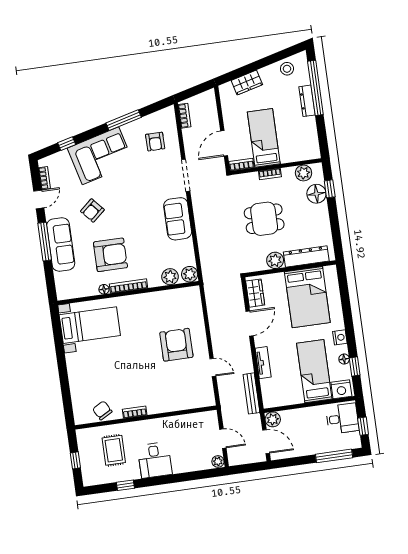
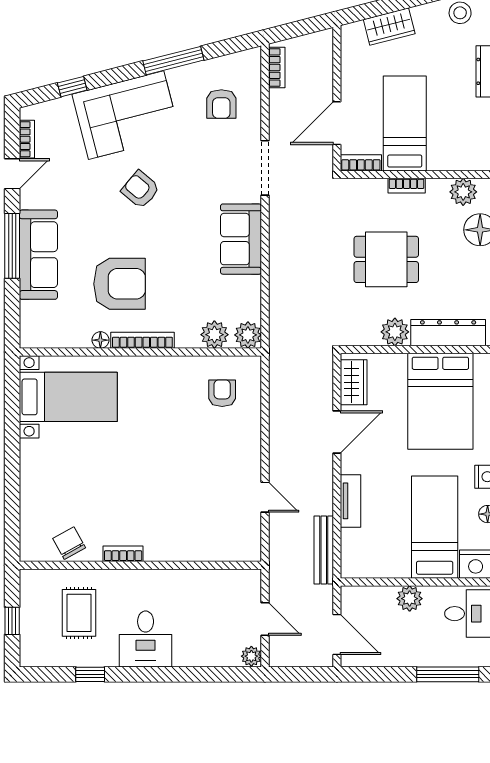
armchair: (92, 210) -> (140, 190), moved, turned 81
armchair: (176, 345) -> (222, 393), moved, width x0.53, depth x0.53
plant: (273, 419) -> (410, 599), moved

